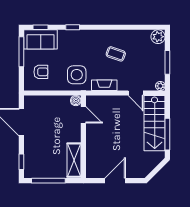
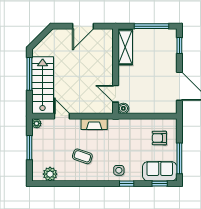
plant: (158, 37) -> (50, 174), moved
side table: (77, 75) -> (119, 170), moved, width x0.54, depth x0.54

